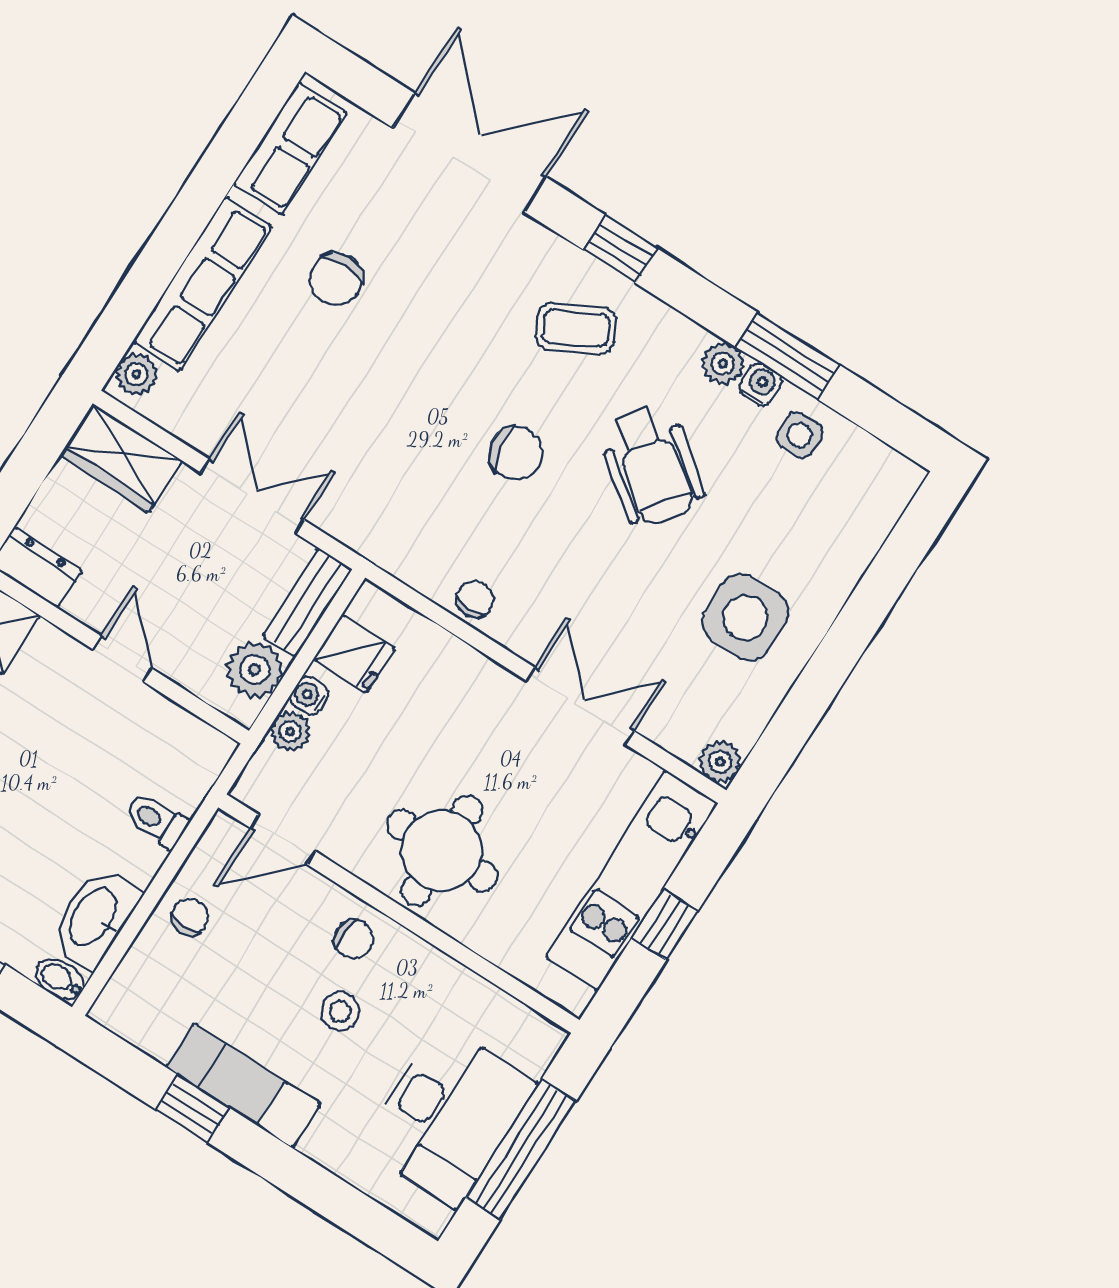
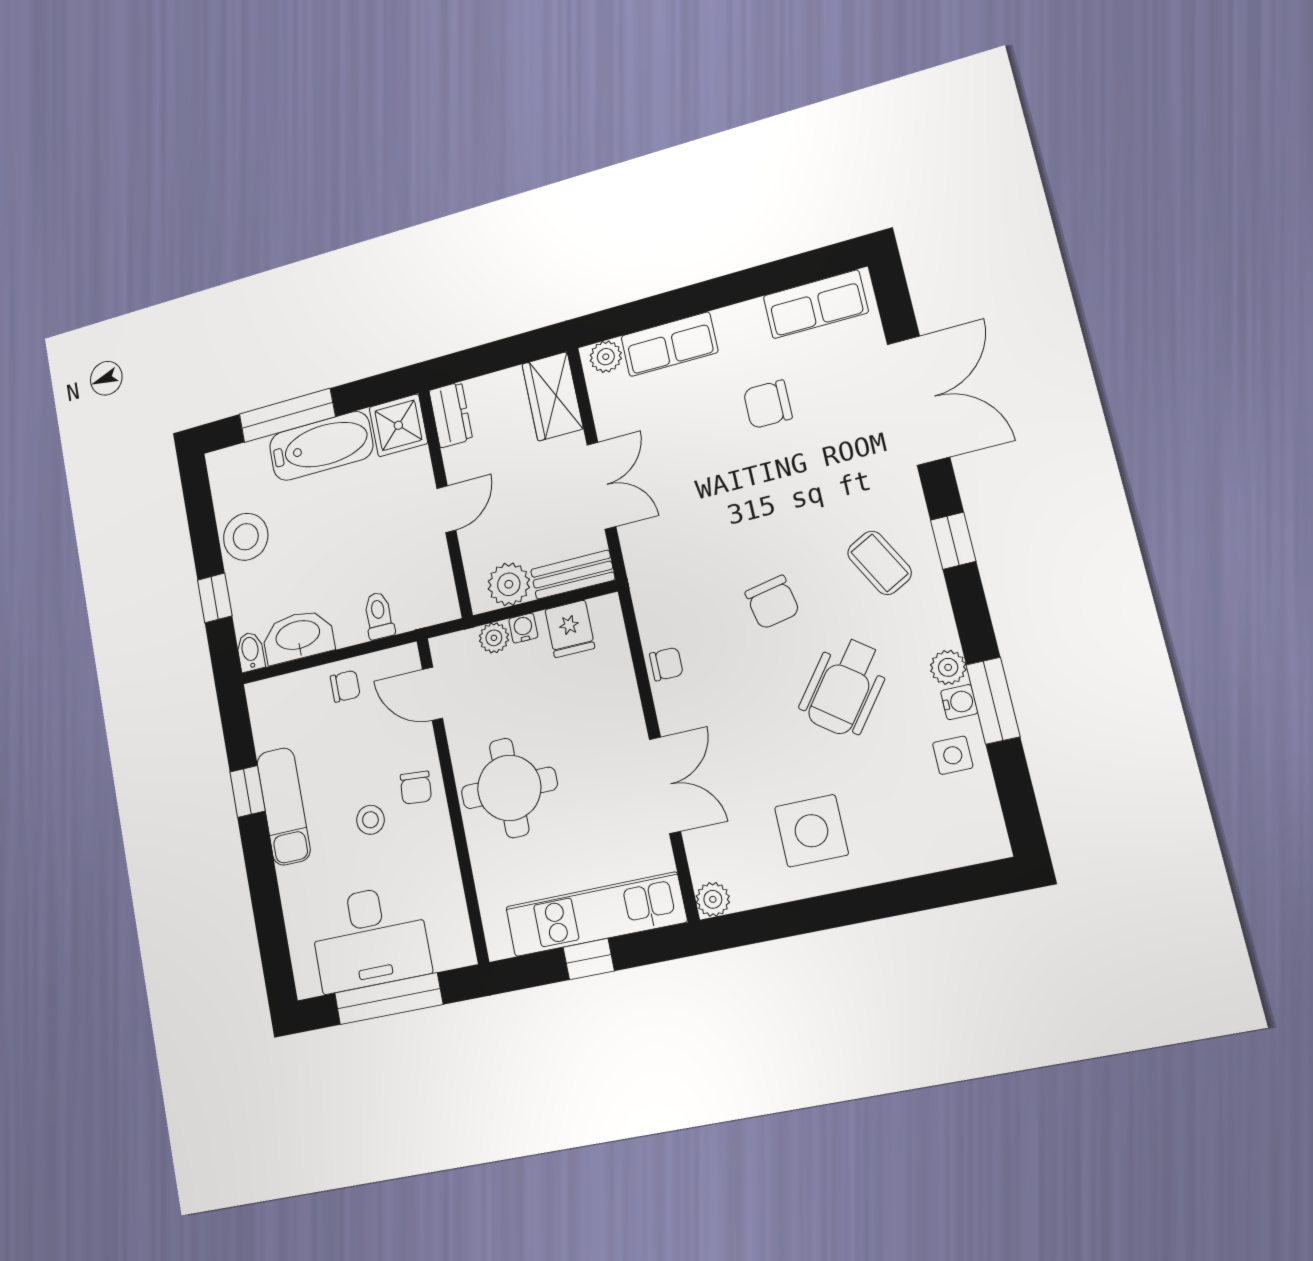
row of seats: (202, 284) -> (669, 344), width x0.68

